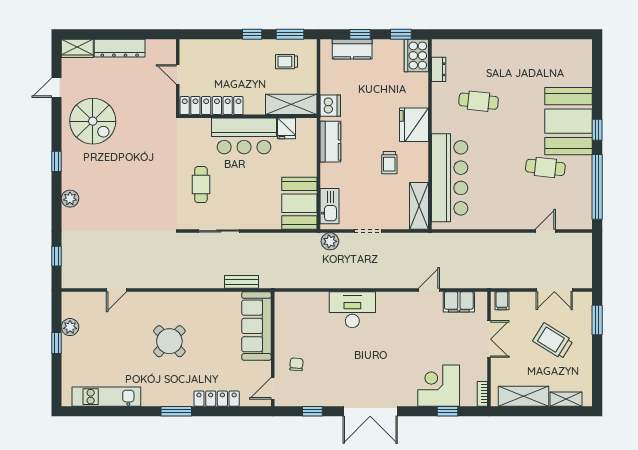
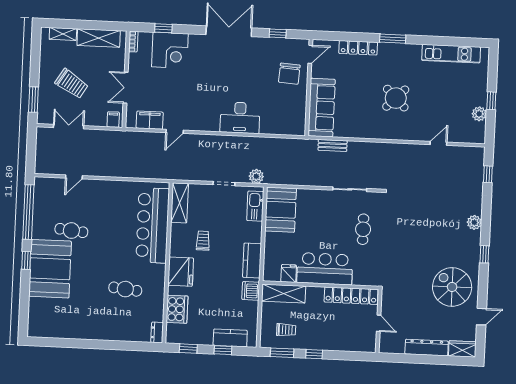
cooker: (416, 56) -> (177, 309), moved
dresser: (439, 69) -> (157, 333), moved
chair: (296, 364) -> (289, 74), width x1.87, depth x1.87

